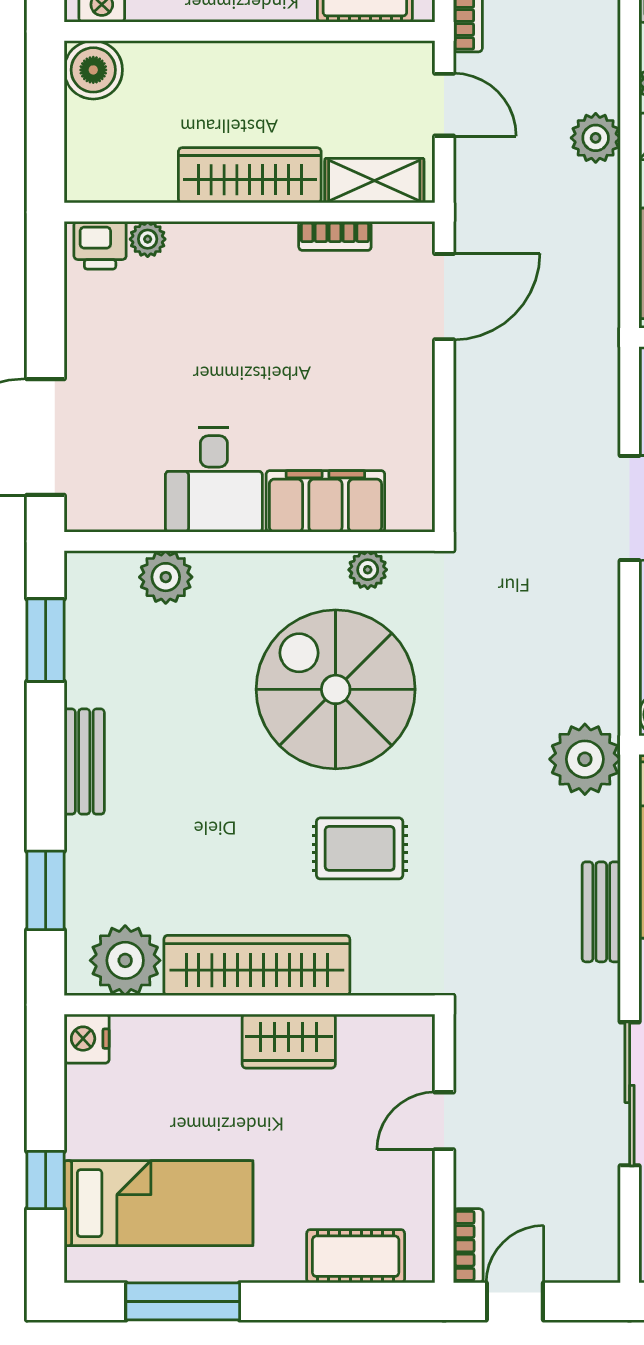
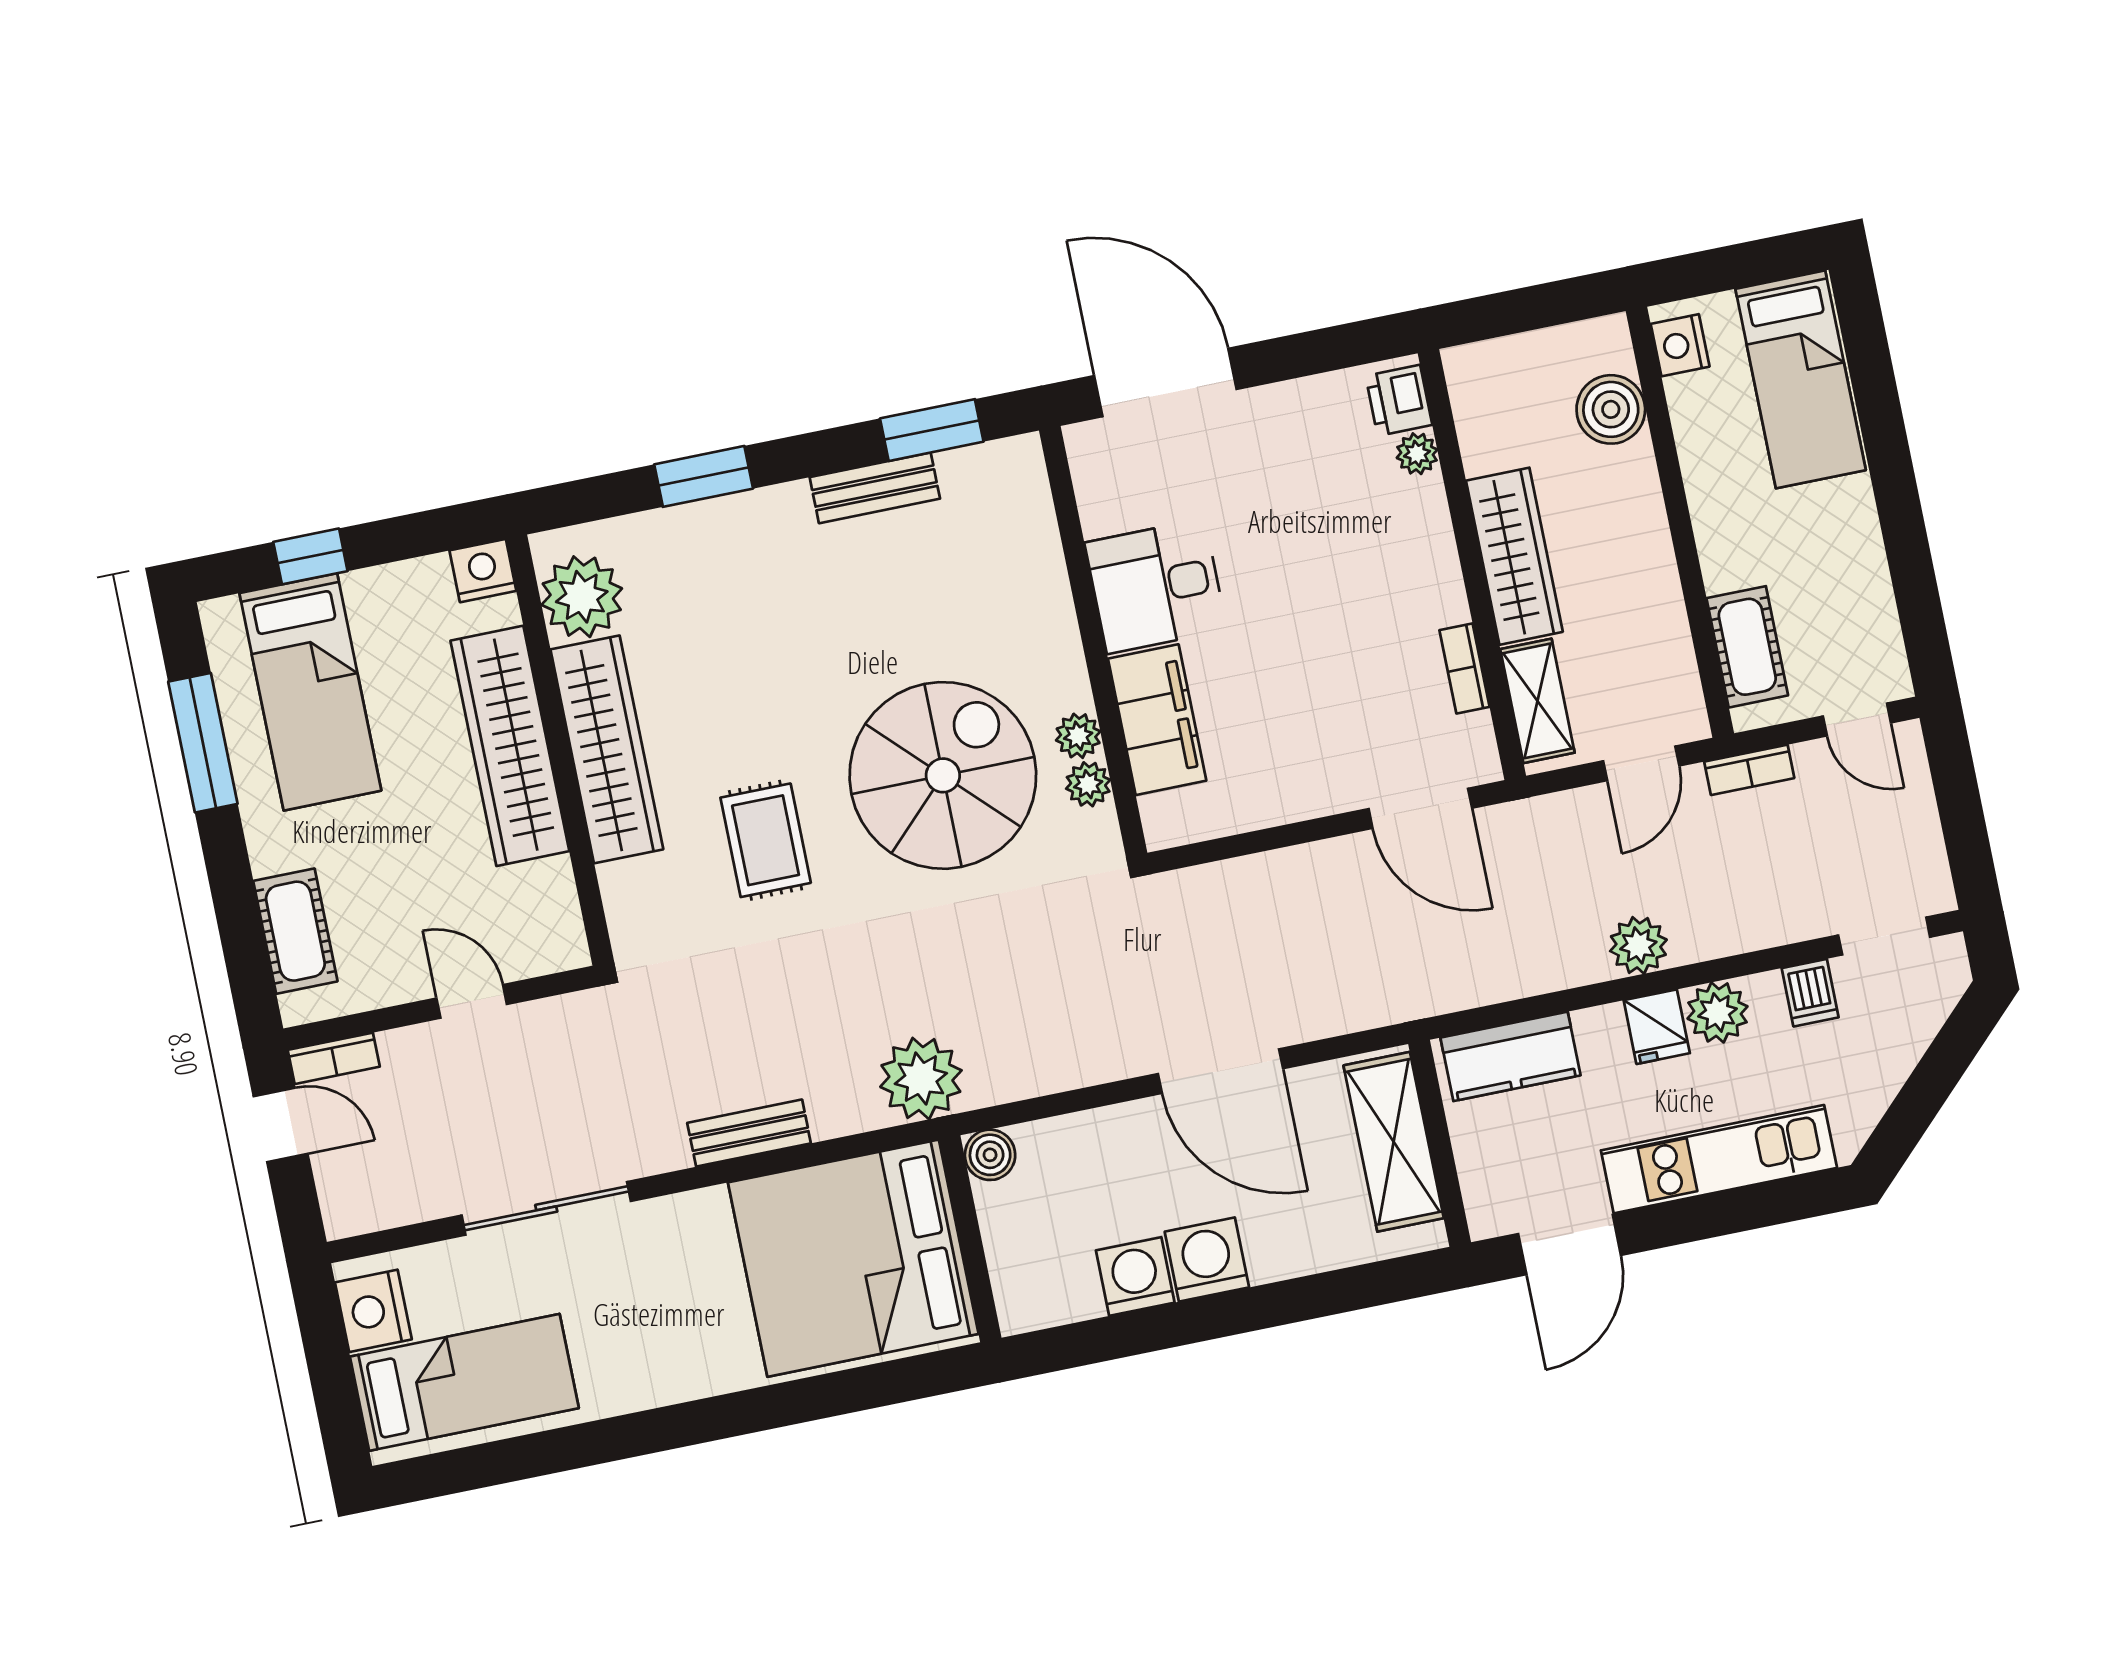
boiler: (93, 70) -> (1611, 409), moved
plant: (166, 577) -> (1078, 736), moved, width x0.73, depth x0.73
bench: (84, 762) -> (875, 488), moved
window: (46, 890) -> (704, 476), moved
wardrobe: (289, 1041) -> (510, 746), width x2.10, depth x1.17

